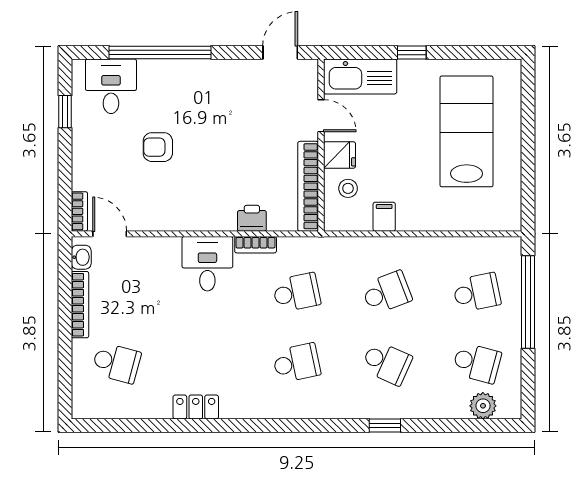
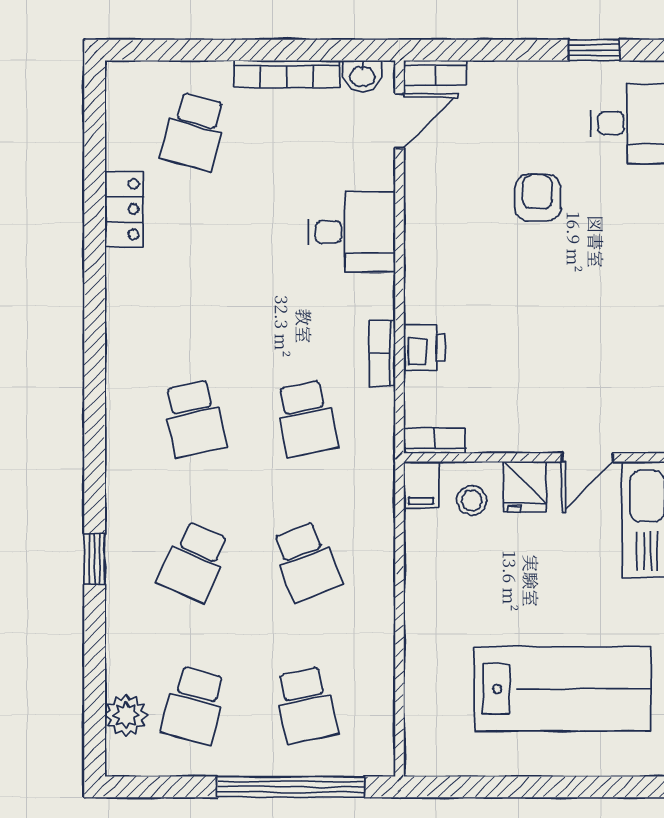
bookcase: (308, 186) -> (435, 441), width x0.43, depth x0.76
filing cabinet: (384, 217) -> (421, 485), moved, turned 90
desk: (207, 264) -> (352, 232), moved
locker: (196, 407) -> (124, 209), moved

